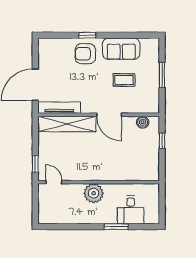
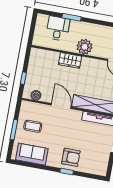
sofa: (121, 49) -> (32, 154), moved
coffee table: (124, 80) -> (33, 126), moved
wardrobe: (109, 173) -> (70, 60), added

